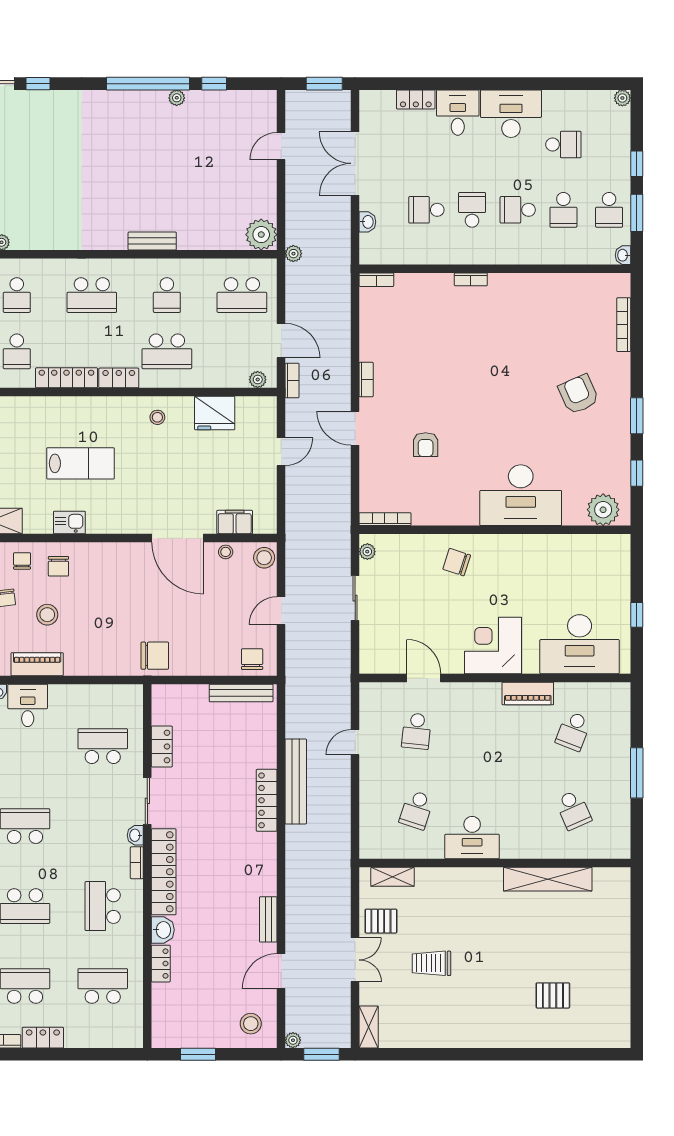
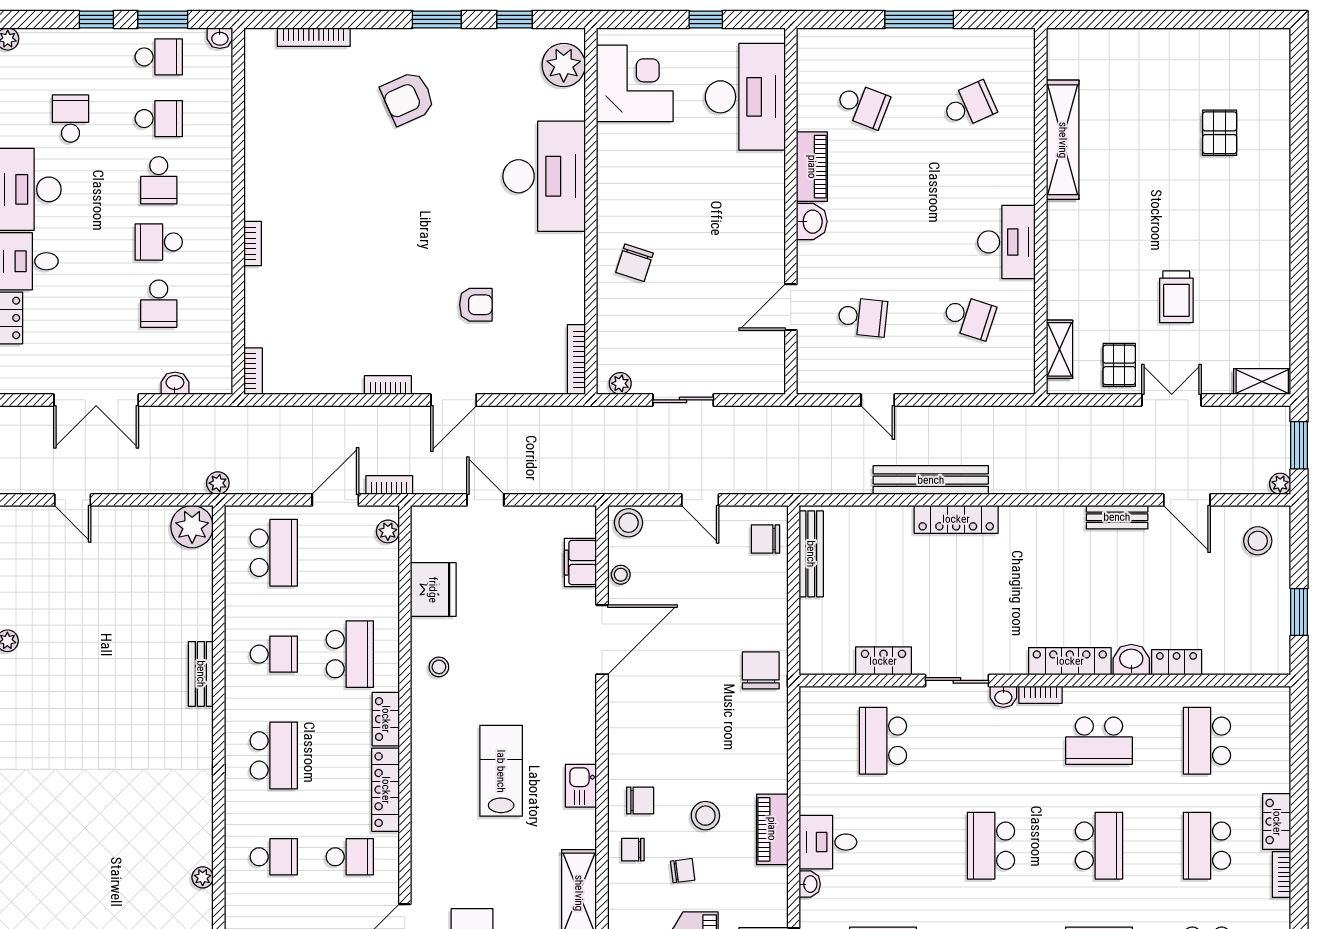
corner desk: (493, 645) -> (635, 83), moved, turned 180
washbasin: (487, 693) -> (812, 222), added
locker: (164, 872) -> (1070, 661), width x0.71, depth x0.83

